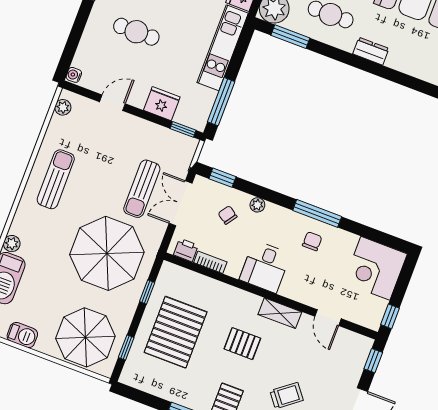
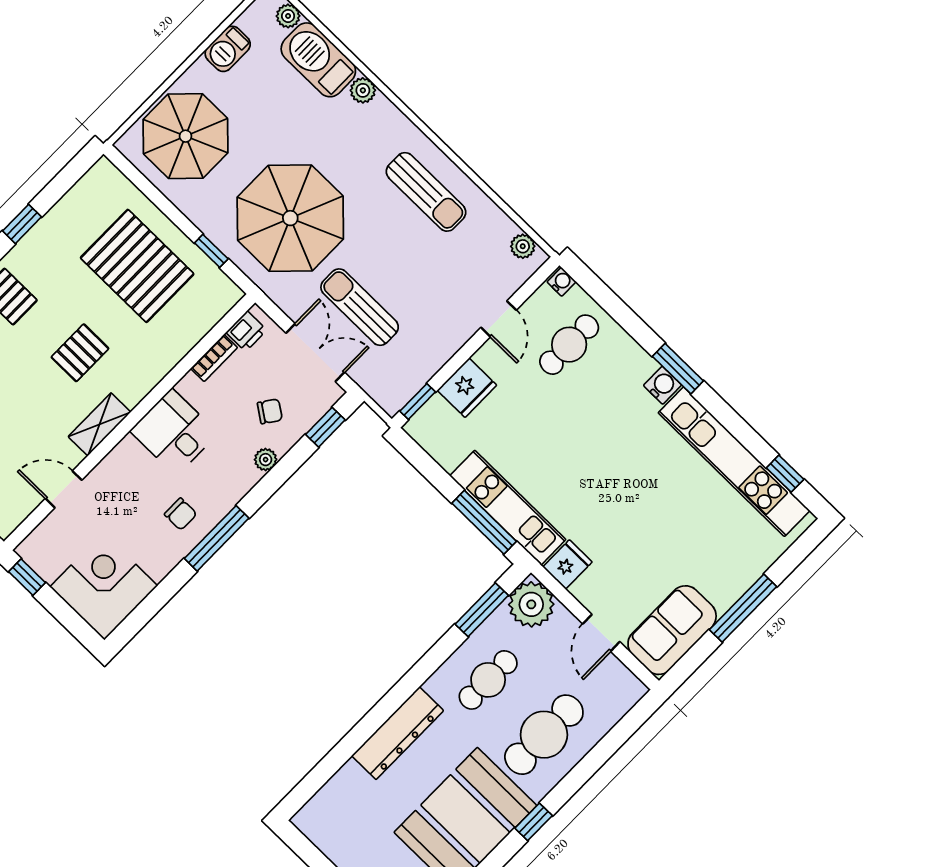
cafe table: (136, 32) -> (569, 345), moved
dresser: (371, 51) -> (398, 733), width x1.96, depth x1.24
window: (221, 102) -> (484, 522), moved
window: (126, 347) -> (146, 187), removed

